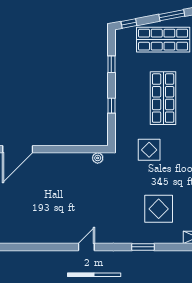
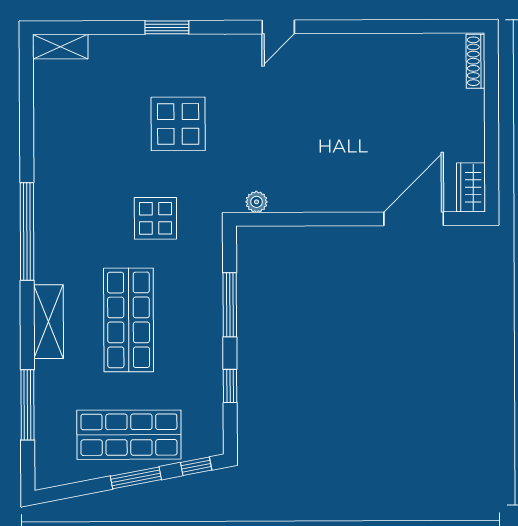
window: (172, 15) -> (136, 478), moved
window: (111, 106) -> (230, 305), width x2.17
display table: (159, 209) -> (178, 124), moved

